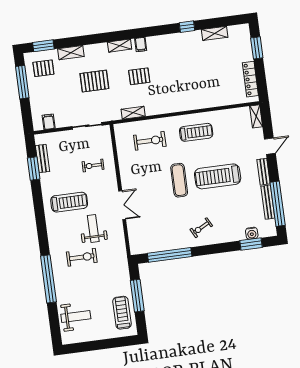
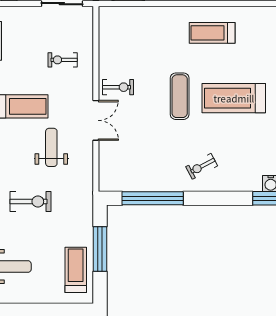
treadmill: (196, 132) -> (212, 33), turned 180
exercise bike: (150, 141) -> (118, 87), moved, width x0.73, depth x0.72
exercise bike: (82, 257) -> (31, 201), moved

